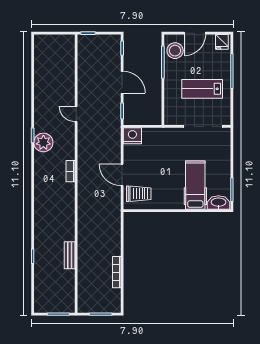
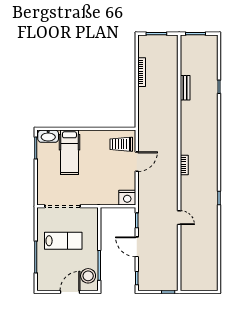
fridge: (222, 42) -> (45, 284), removed
plant: (43, 142) -> (209, 191), removed
door: (122, 175) -> (137, 162), hinge flipped

